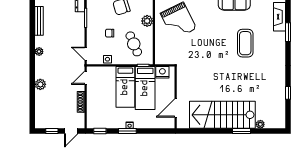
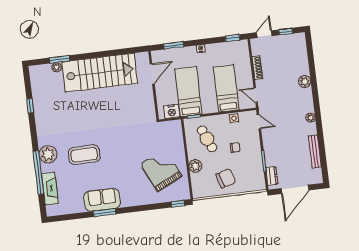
window: (288, 32) -> (38, 173), width x2.11
coffee table: (245, 43) -> (84, 155), turned 90
plant: (277, 48) -> (48, 154), added
door: (86, 78) -> (256, 95), swing flipped
bed: (125, 87) -> (226, 88), moved
window: (127, 131) -> (174, 45), moved
window: (241, 131) -> (60, 59), moved

